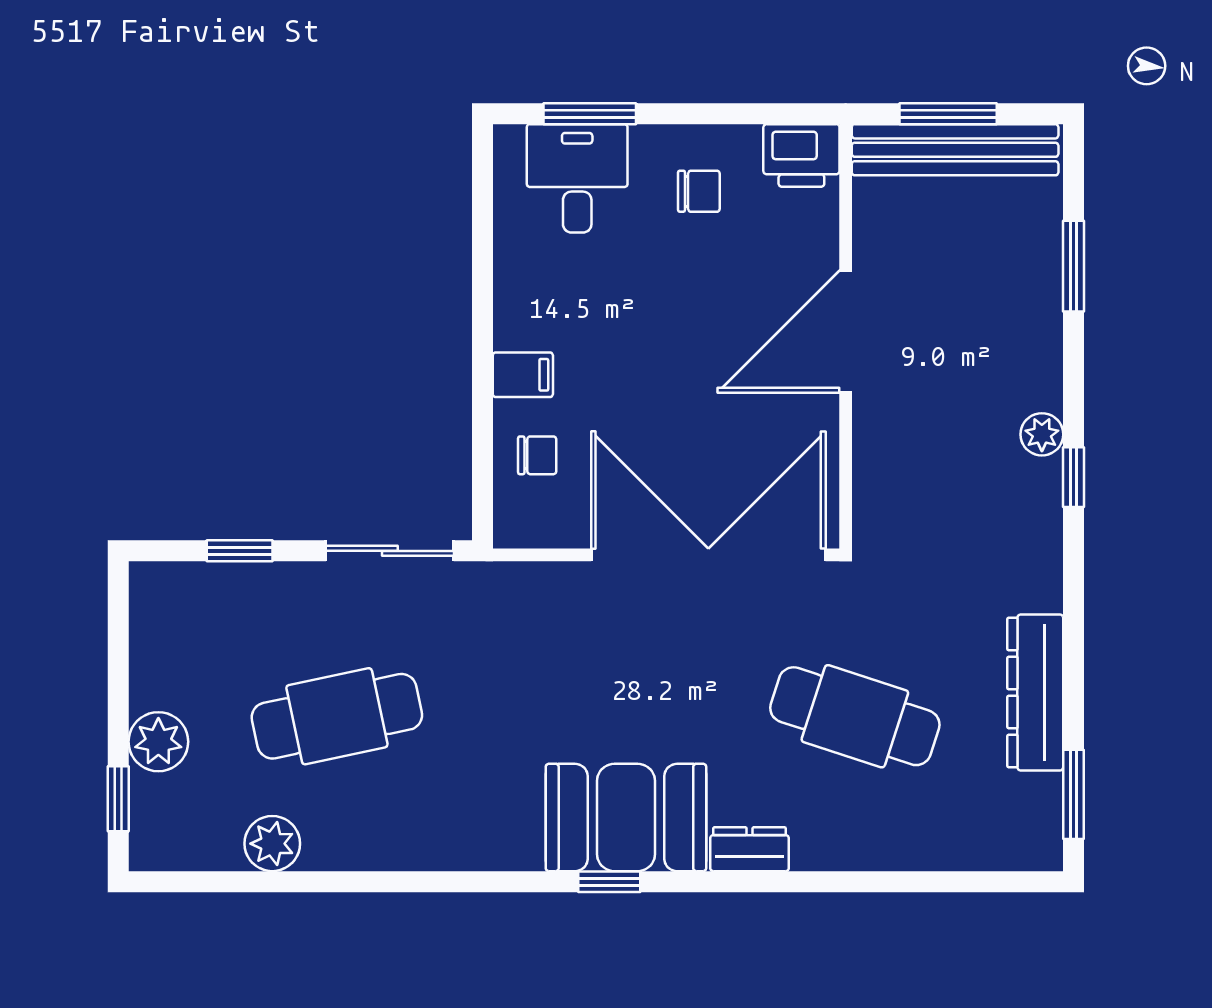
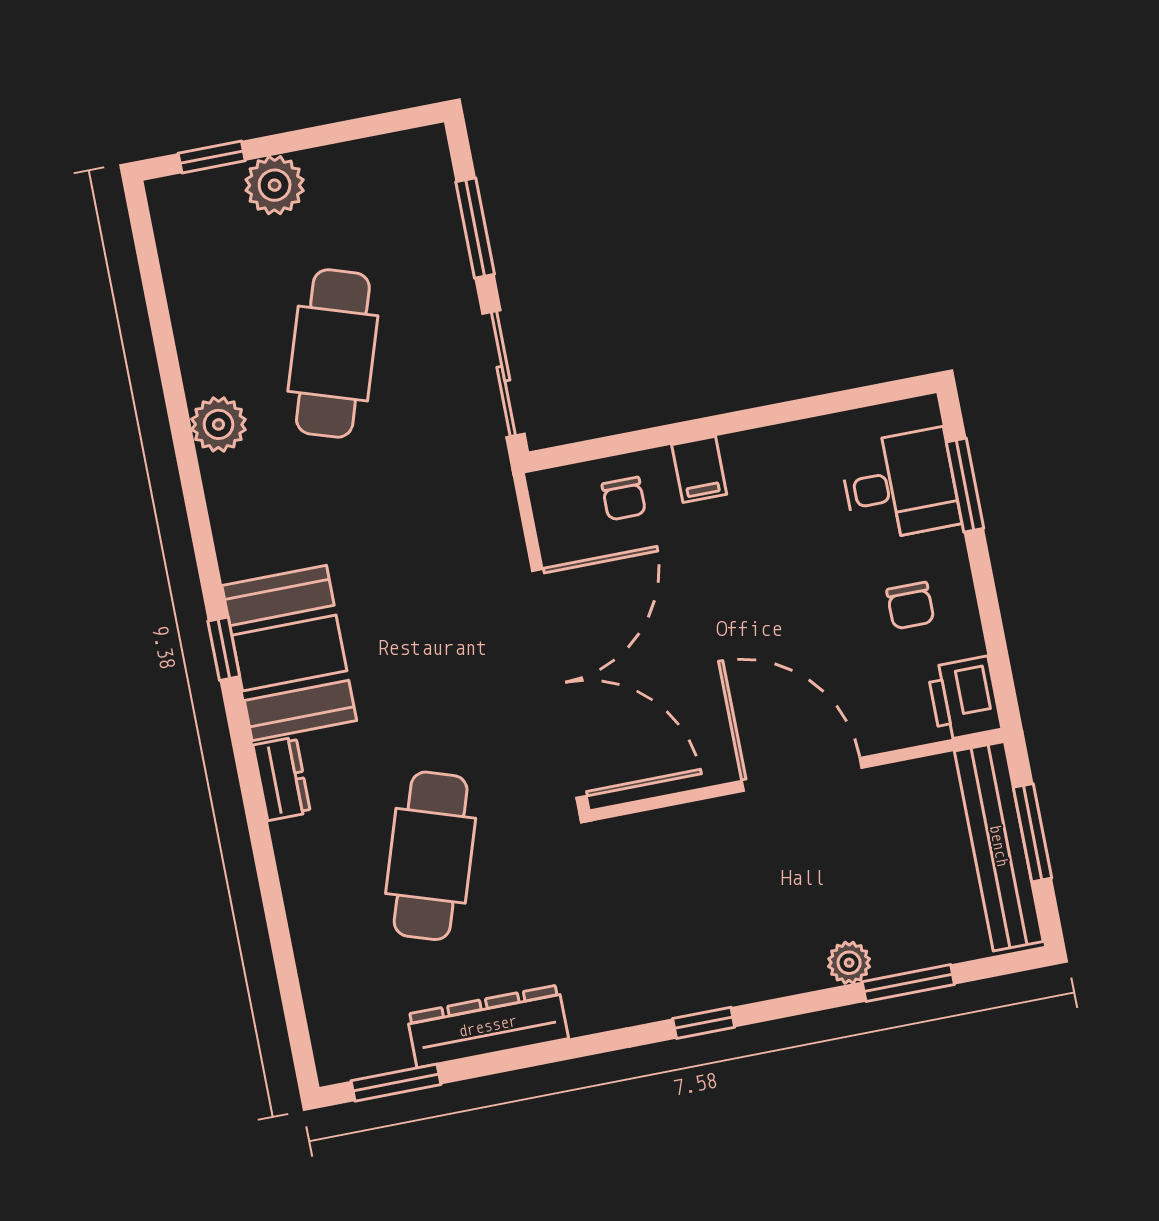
plant: (1042, 434) -> (849, 963), moved
window: (240, 551) -> (475, 228), width x1.50
cafe table: (337, 716) -> (333, 353), turned 30
plant: (272, 844) -> (219, 424), moved

